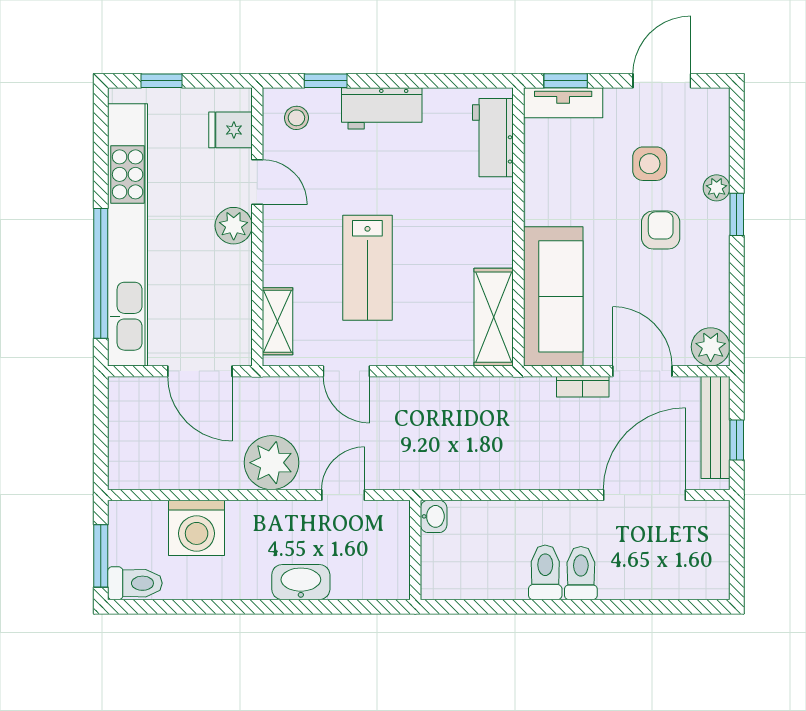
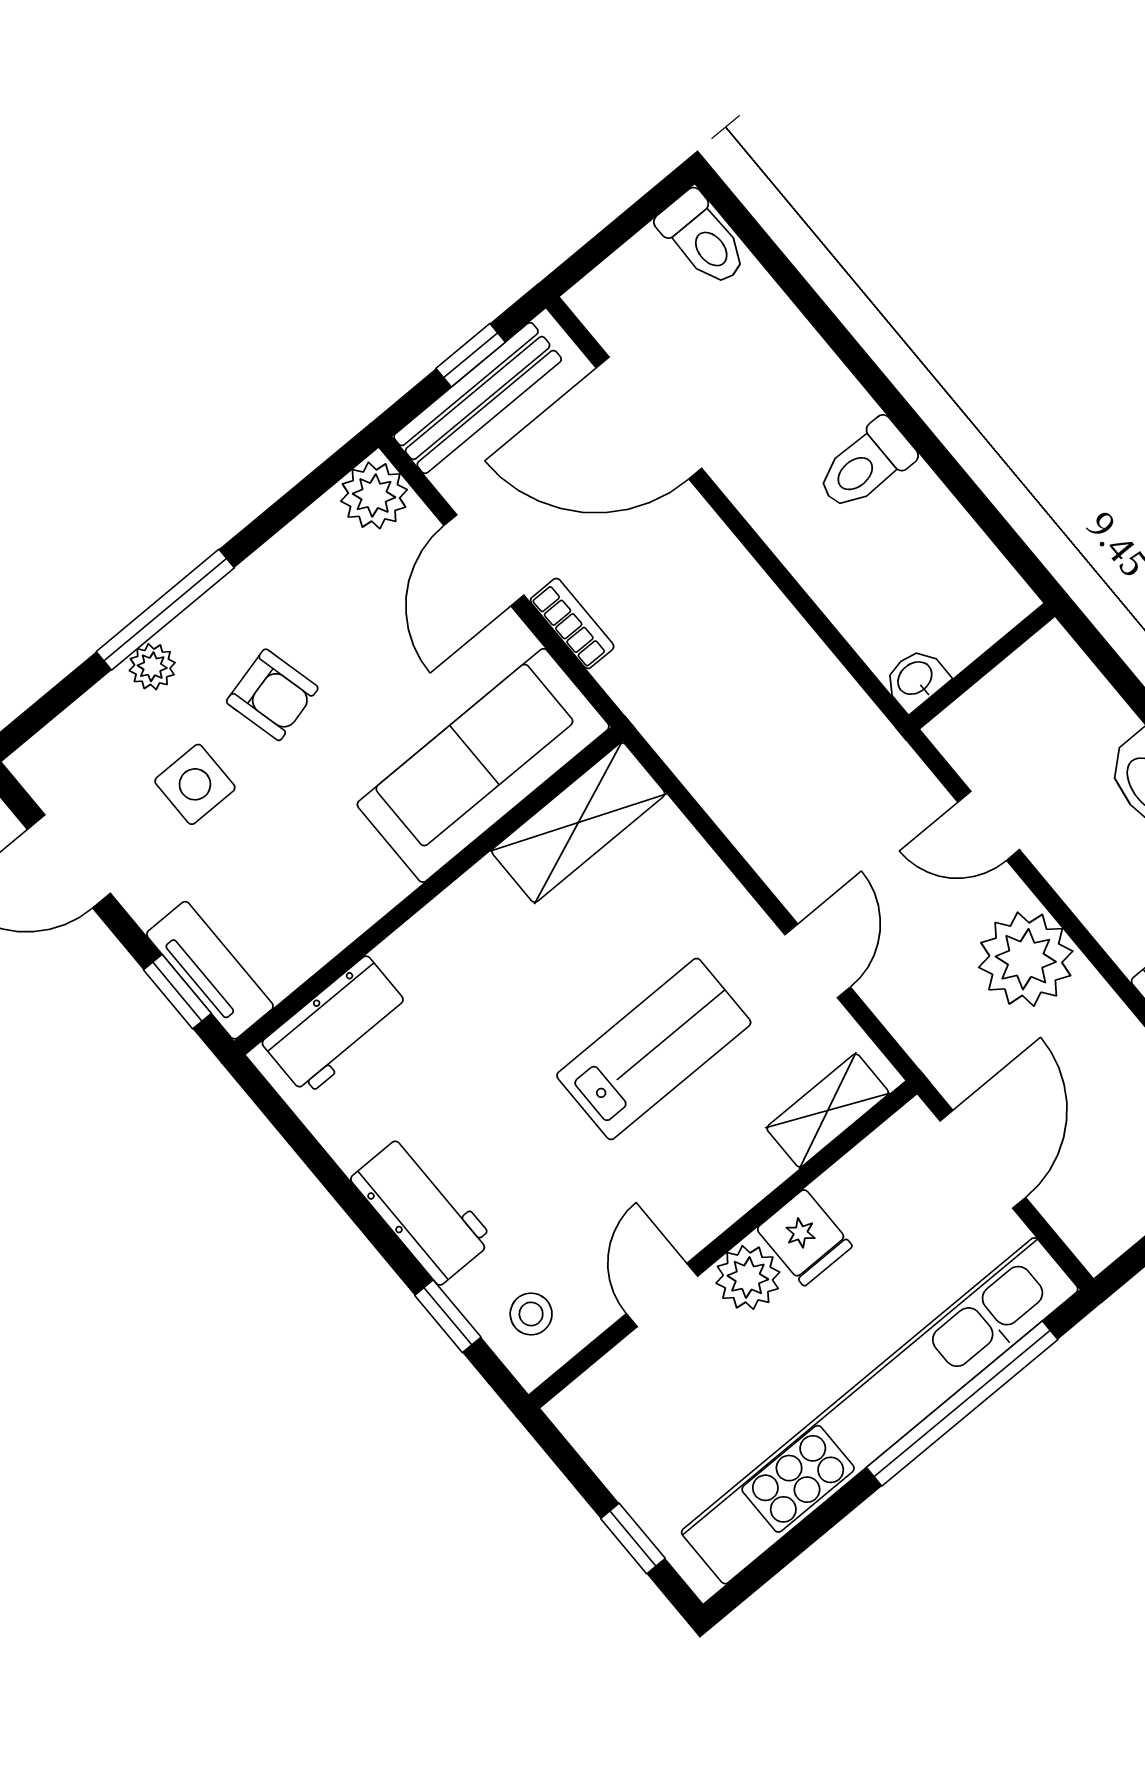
fridge: (230, 130) -> (804, 1238), moved
window: (737, 214) -> (165, 610), width x2.17
armchair: (661, 230) -> (272, 695), turned -104
toilet: (581, 573) -> (703, 239), moved, turned -90

